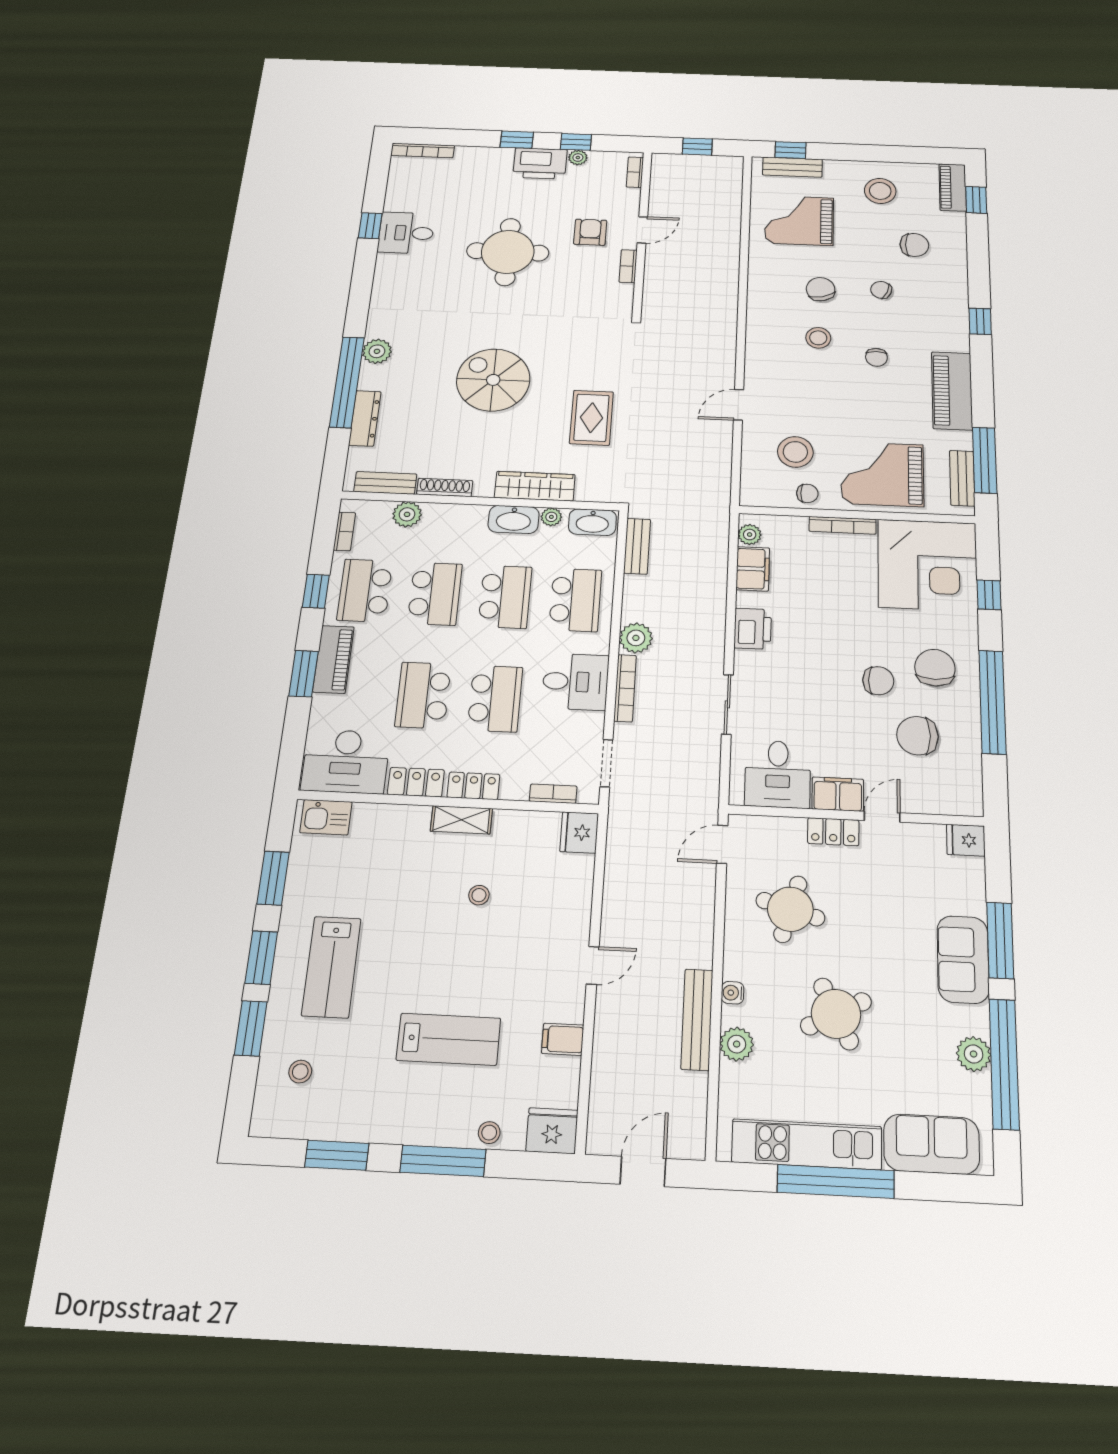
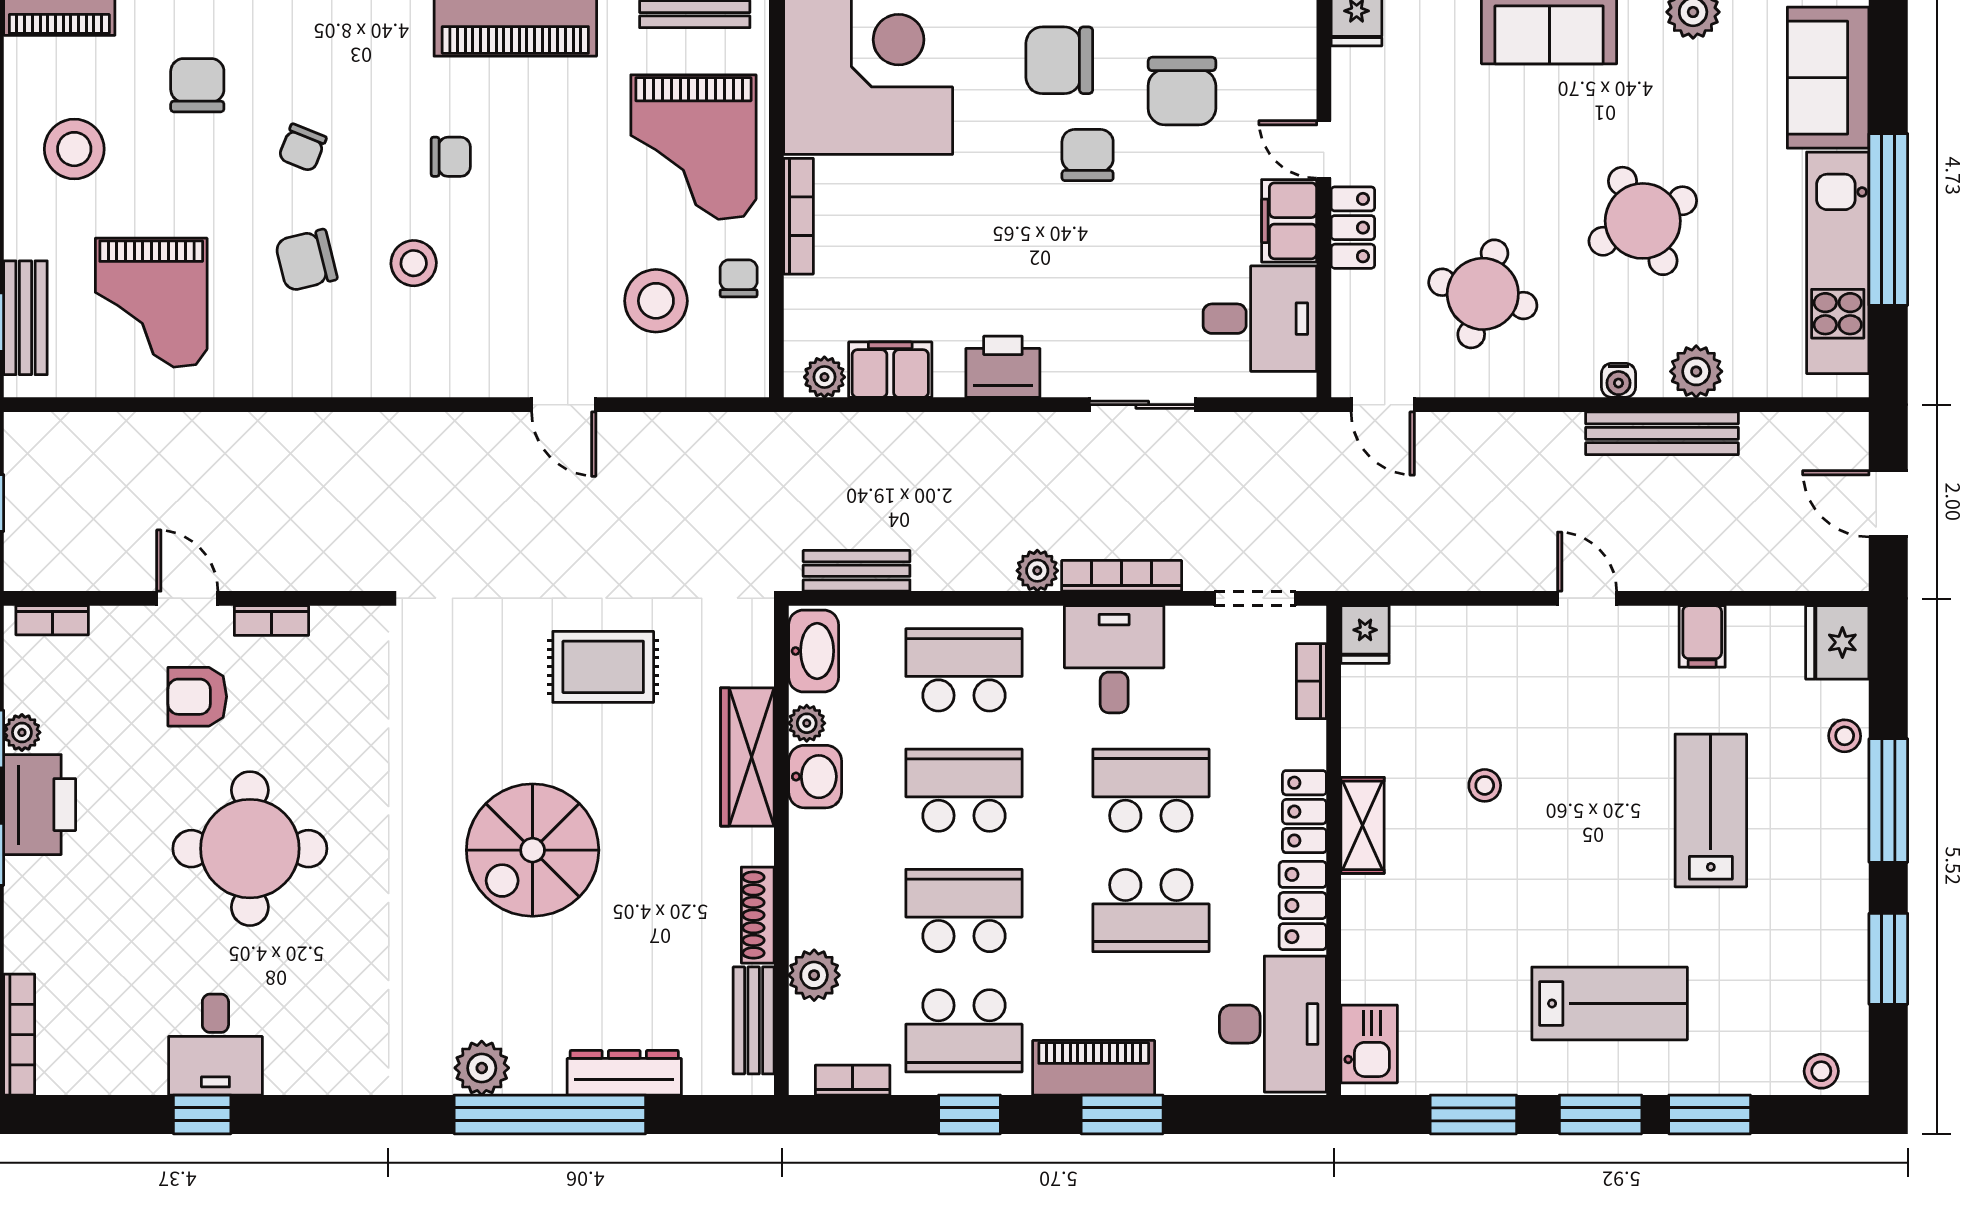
washbasin: (514, 519) -> (815, 777), width x0.72
plant: (636, 638) -> (1037, 571), width x0.73, depth x0.73
fridge: (579, 832) -> (1365, 635), width x0.72
stool: (300, 1072) -> (1821, 1071), moved

